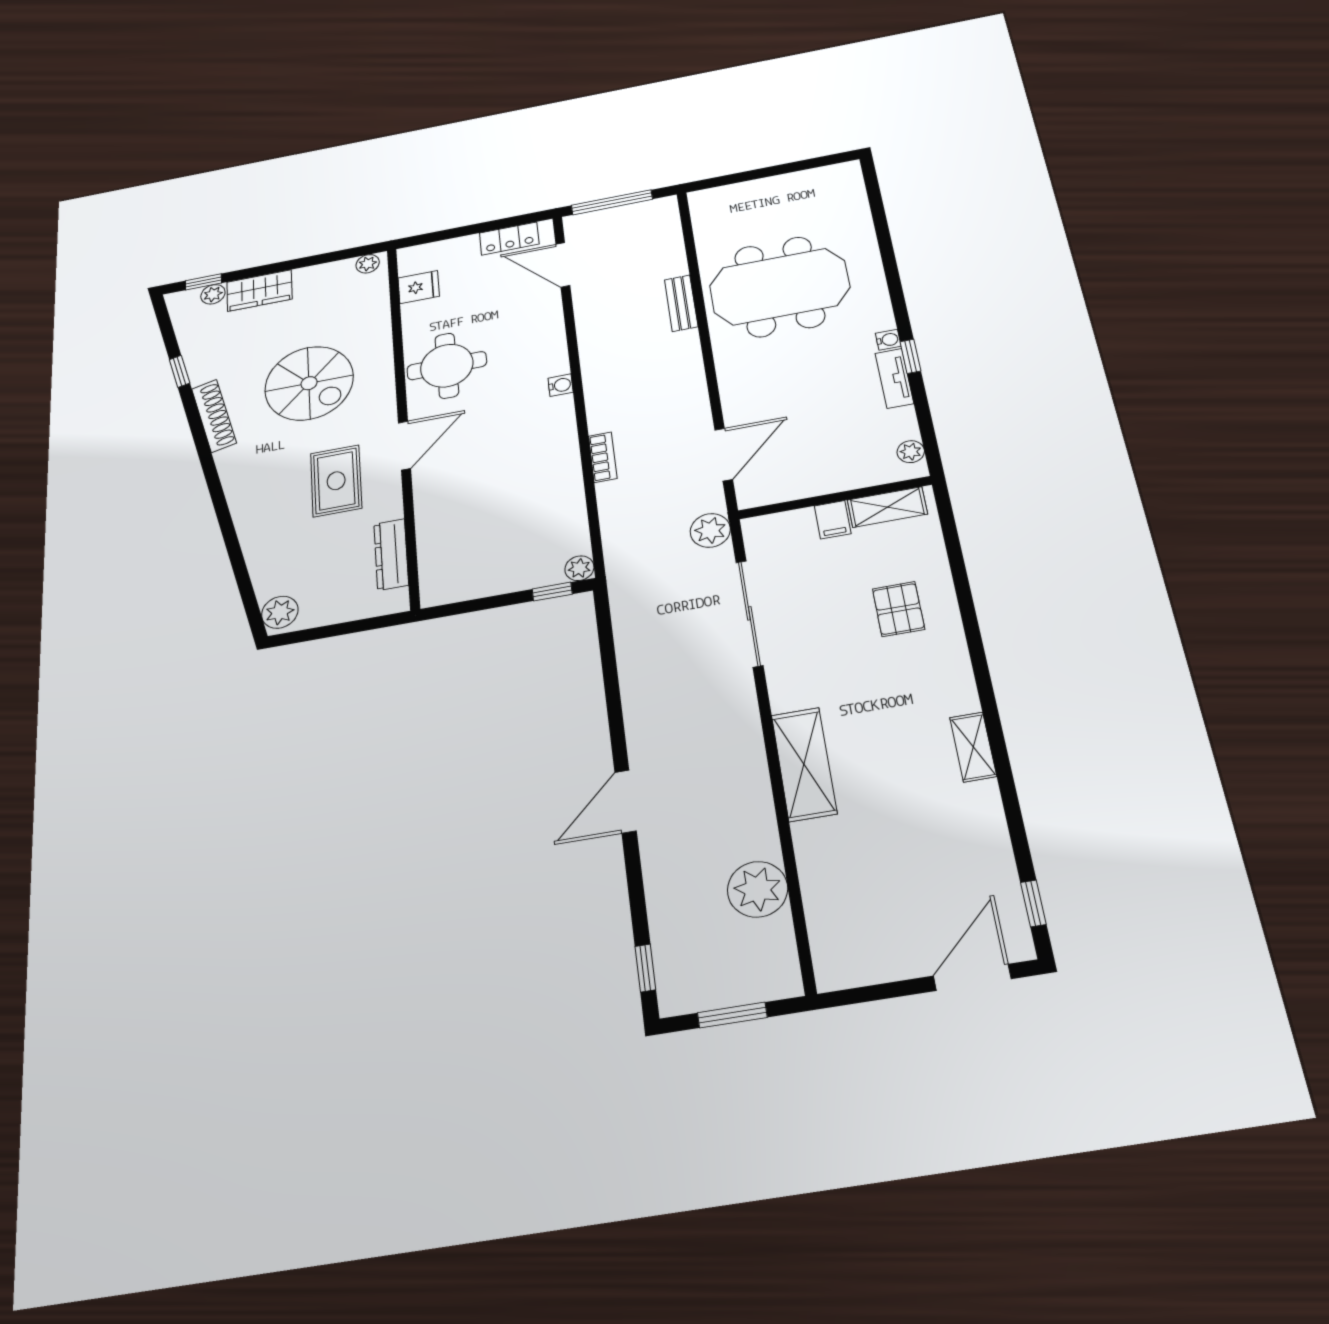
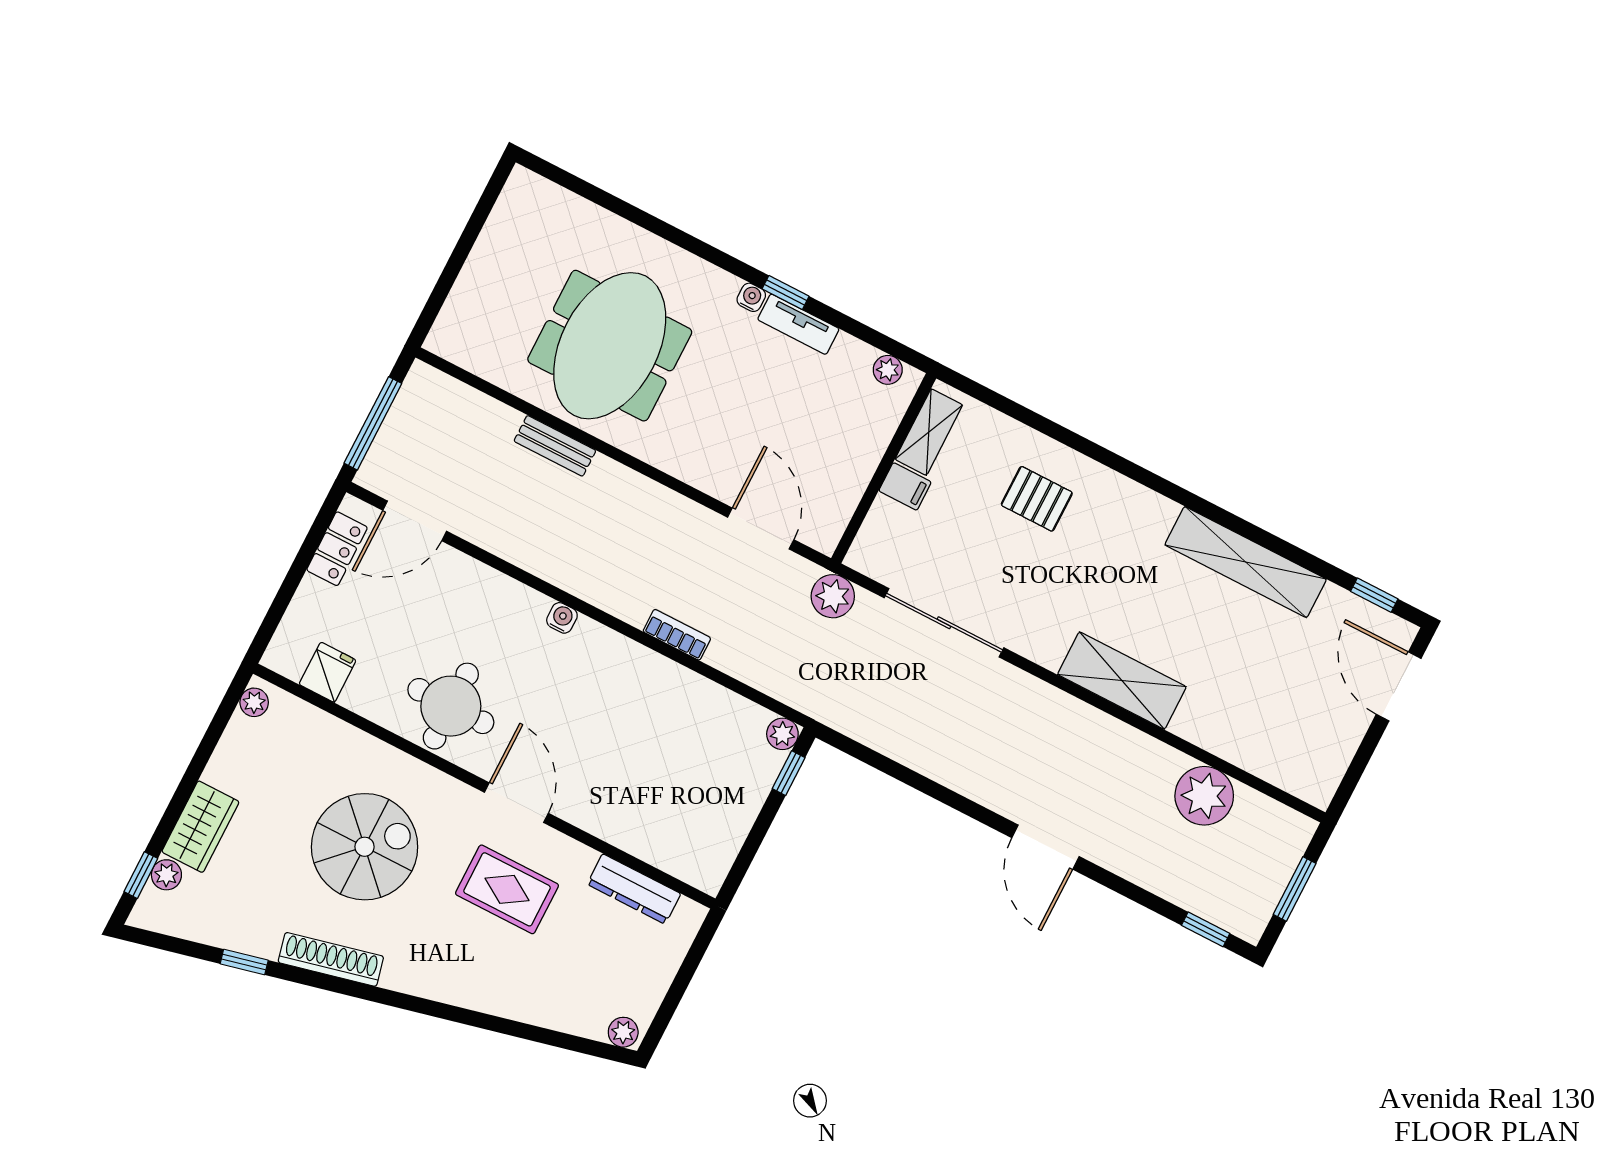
plant: (280, 612) -> (623, 1032), width x0.73, depth x0.73
shelving: (973, 747) -> (1246, 562), width x2.20, depth x1.33

